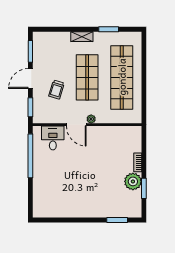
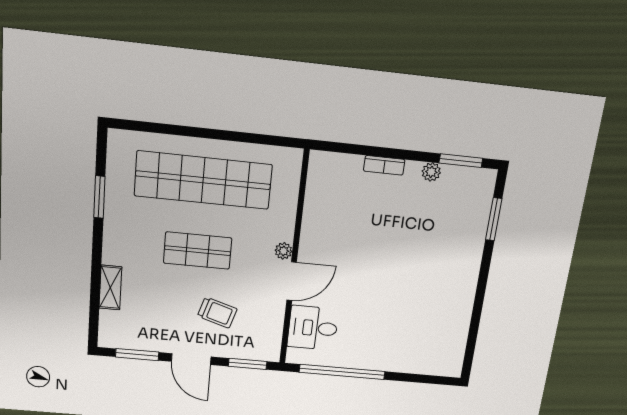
shelving: (82, 37) -> (110, 288), moved
shop shelf: (87, 77) -> (198, 251), width x0.70, depth x0.74
plant: (133, 181) -> (431, 172), width x0.53, depth x0.53
window: (144, 188) -> (461, 161), moved

